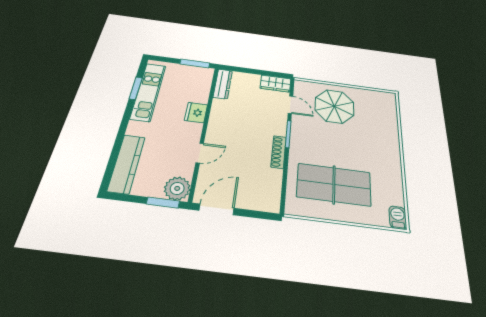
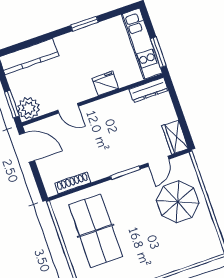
window: (136, 88) -> (84, 24), moved
kitchen unit: (148, 92) -> (142, 44), moved, turned 90
shoe rack: (279, 152) -> (73, 183), moved

